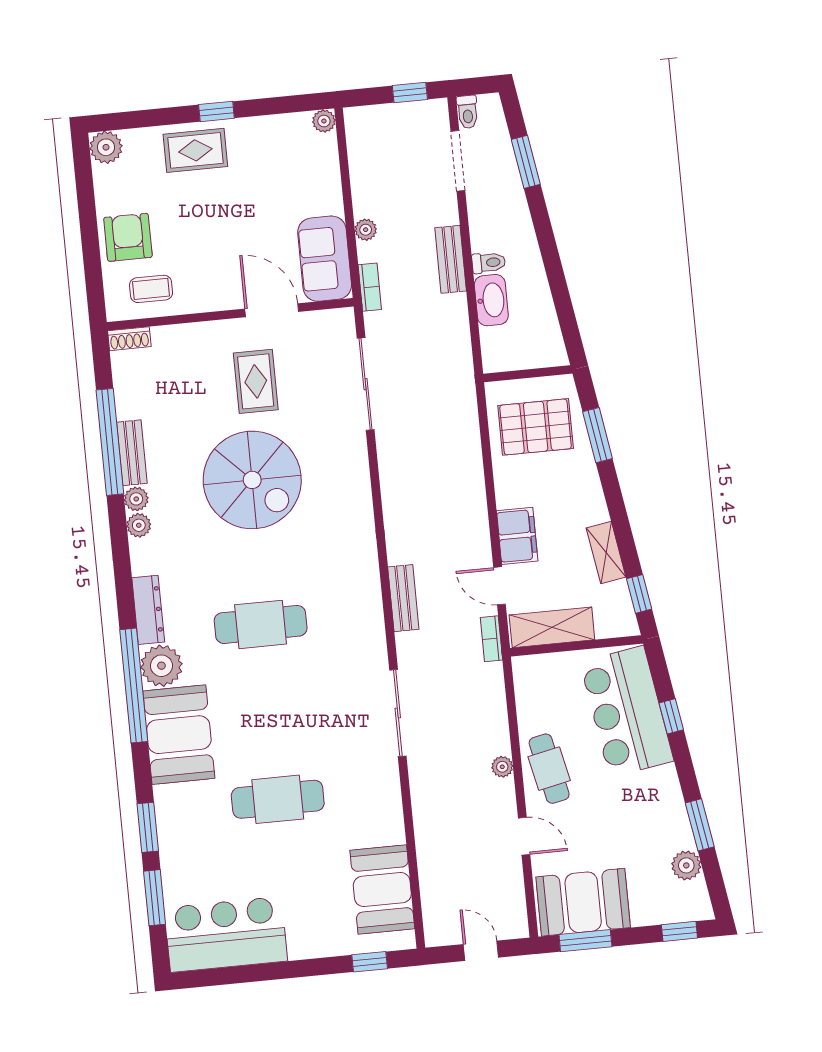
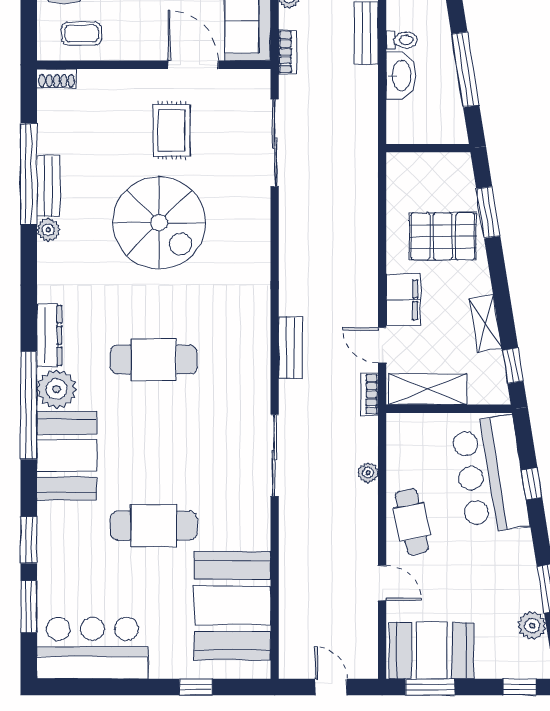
window: (559, 287) -> (465, 69), added
pallet: (536, 427) -> (443, 236), moved
plant: (139, 525) -> (48, 255), removed
plant: (502, 767) -> (368, 473), moved
booth: (382, 890) -> (232, 606), width x1.36, depth x1.42
window: (370, 962) -> (196, 687), moved

